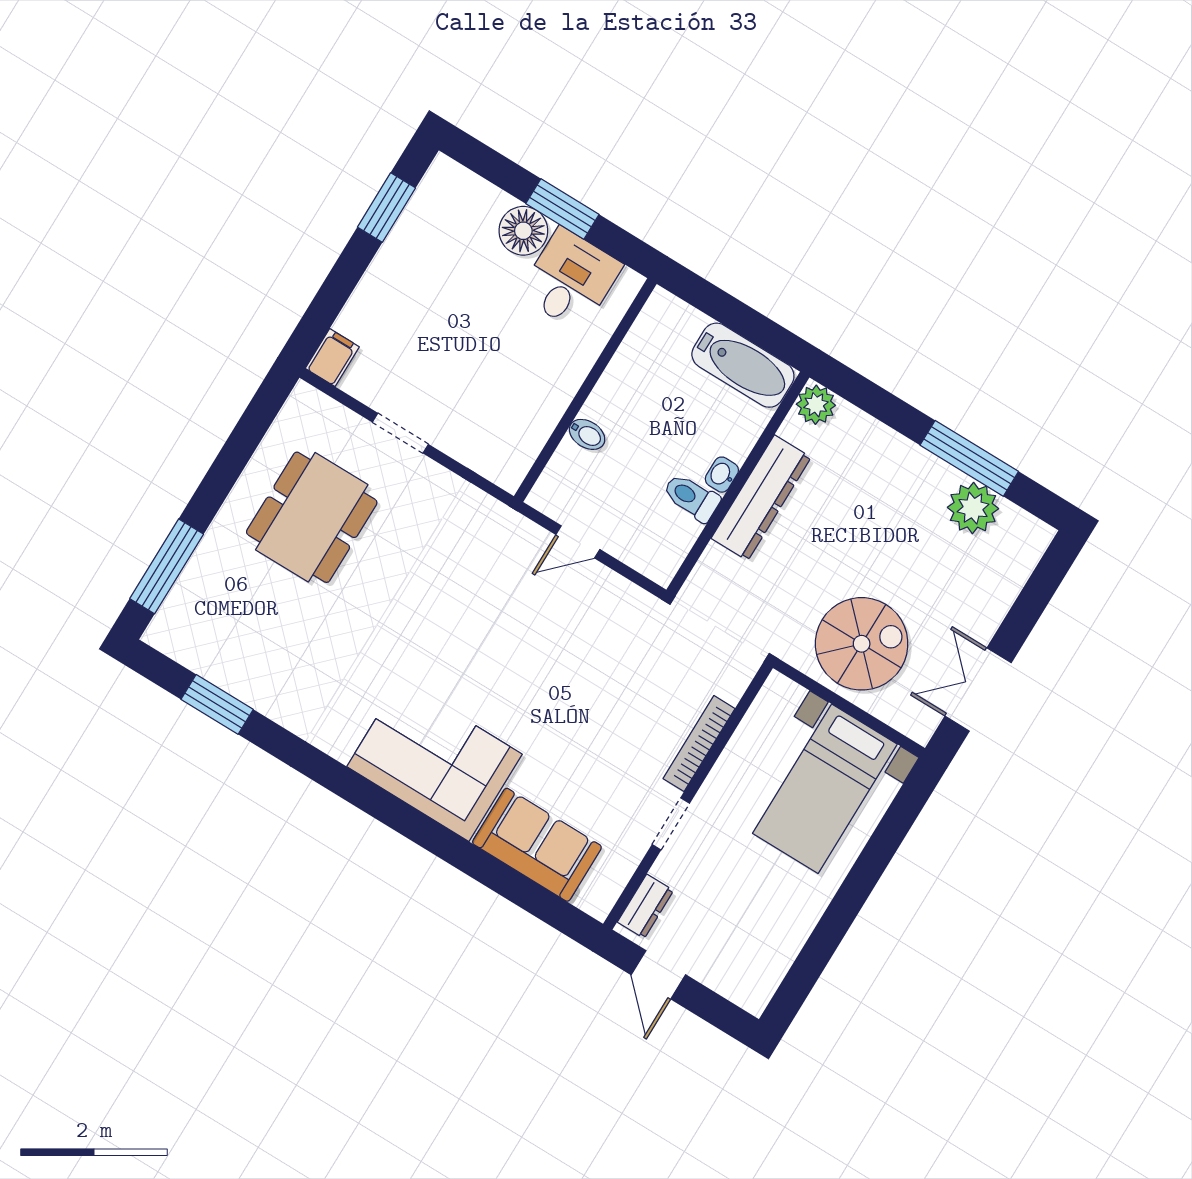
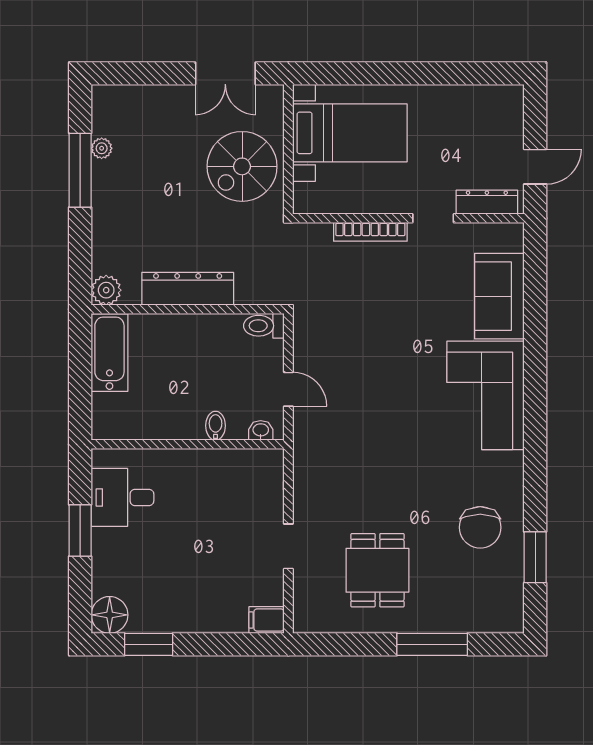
floor lamp: (523, 231) -> (110, 615), moved
washbasin: (722, 475) -> (261, 430), moved, turned 180
toilet: (691, 497) -> (264, 326), moved, turned 90
plant: (973, 508) -> (102, 148), width x0.53, depth x0.53
dining table: (312, 517) -> (377, 570), width x0.73
window: (167, 566) -> (432, 644), moved
spiral stairs: (862, 644) -> (242, 166), turned -90
chair: (289, 663) -> (480, 527), added
dresser: (645, 906) -> (487, 202), width x1.44

